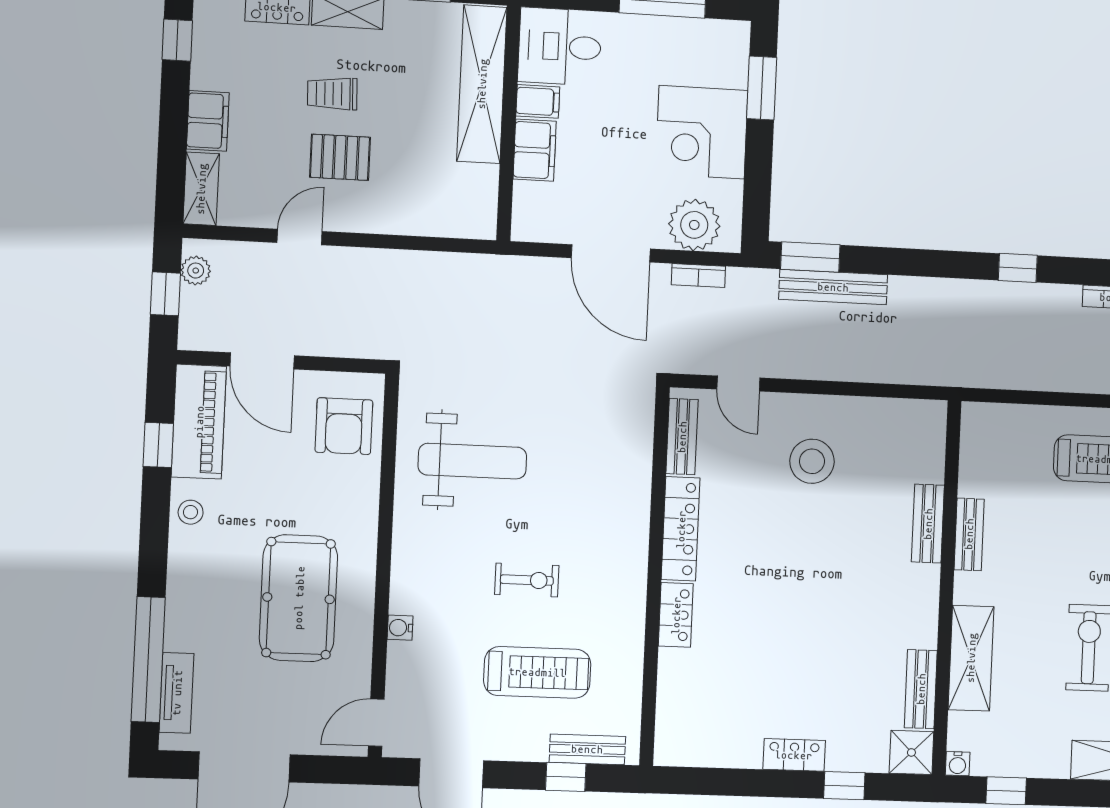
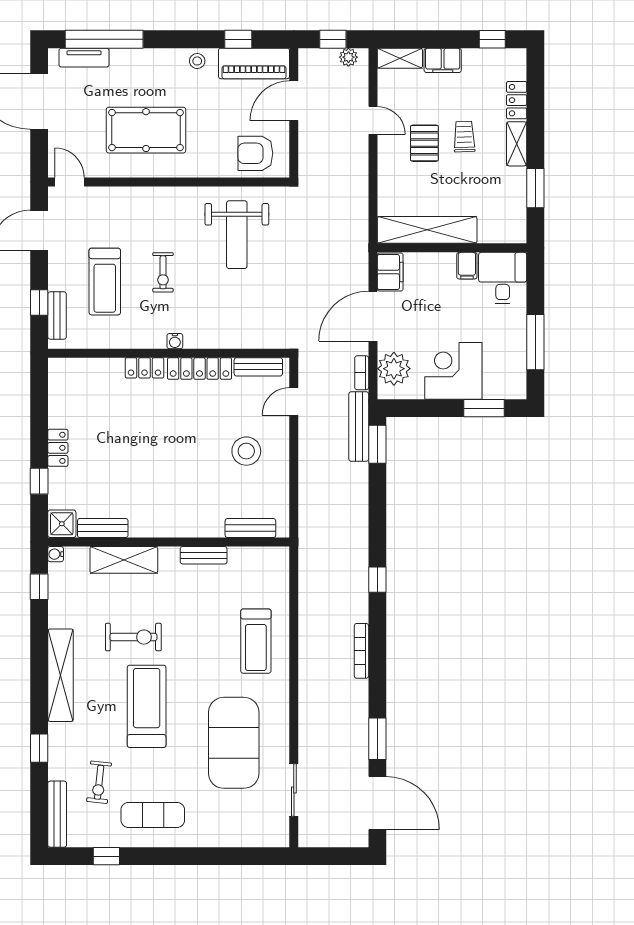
shelving: (482, 84) -> (427, 230), moved
filing cabinet: (535, 150) -> (390, 272), moved, turned -90
bench: (833, 287) -> (359, 426), moved
bench: (928, 524) -> (250, 528), moved
water cooler: (400, 628) -> (175, 341), moved, turned 180

